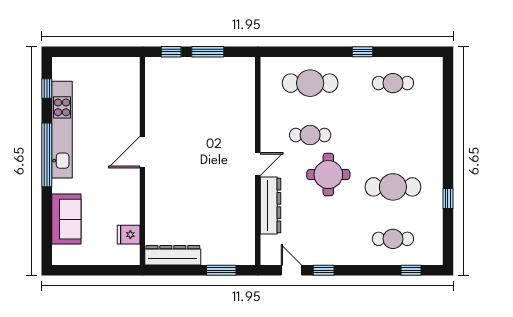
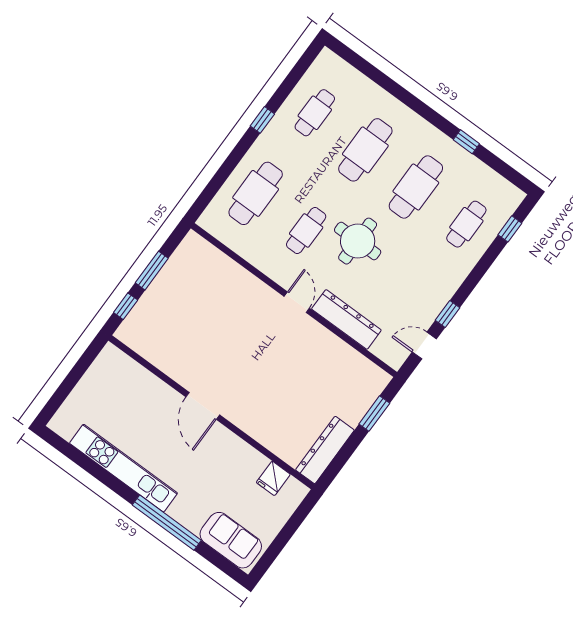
window: (47, 88) -> (73, 453), removed
cafe table: (393, 135) -> (365, 150), added
window: (47, 155) -> (167, 523), moved
sofa: (66, 219) -> (231, 540), moved

